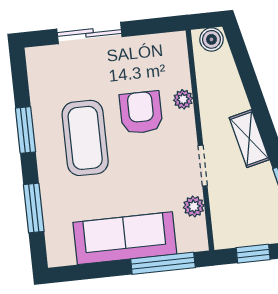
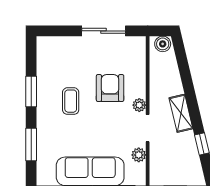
sliding door: (89, 33) -> (104, 31), moved
plant: (183, 99) -> (139, 105), moved
coffee table: (85, 138) -> (71, 101), width x0.54, depth x0.58

